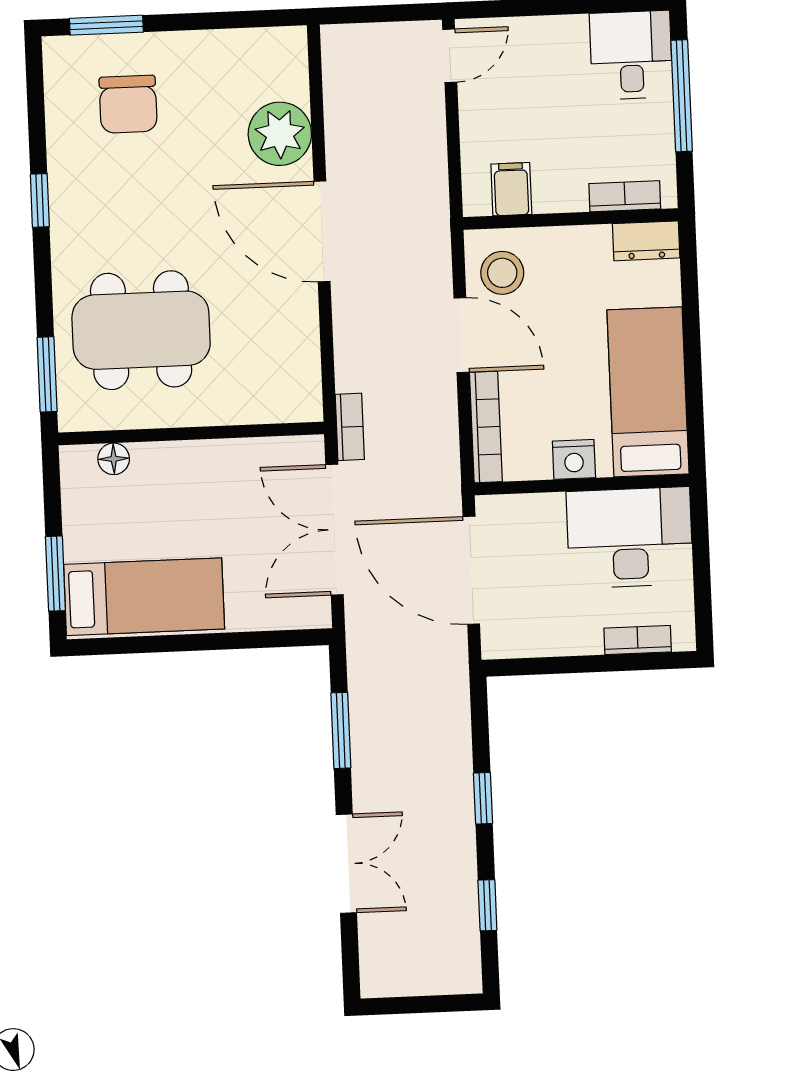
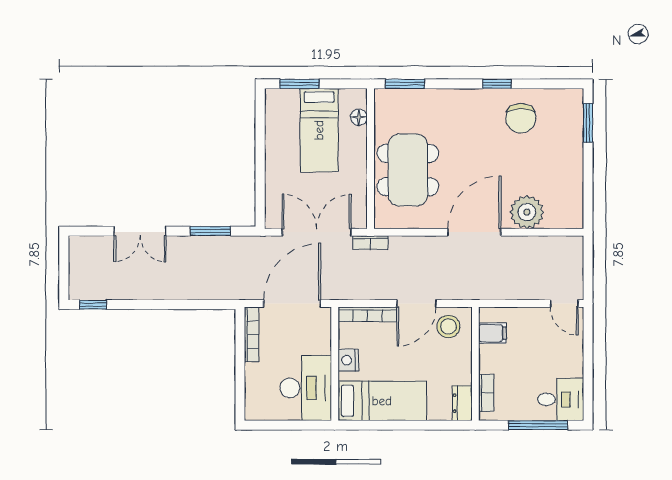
chair: (128, 104) -> (521, 118), moved, turned -90
dining table: (141, 330) -> (408, 170), moved
bed: (144, 597) -> (319, 130), moved
bookcase: (638, 640) -> (252, 334), moved, width x1.56
window: (483, 798) -> (171, 305), removed
window: (487, 905) -> (93, 305), moved

